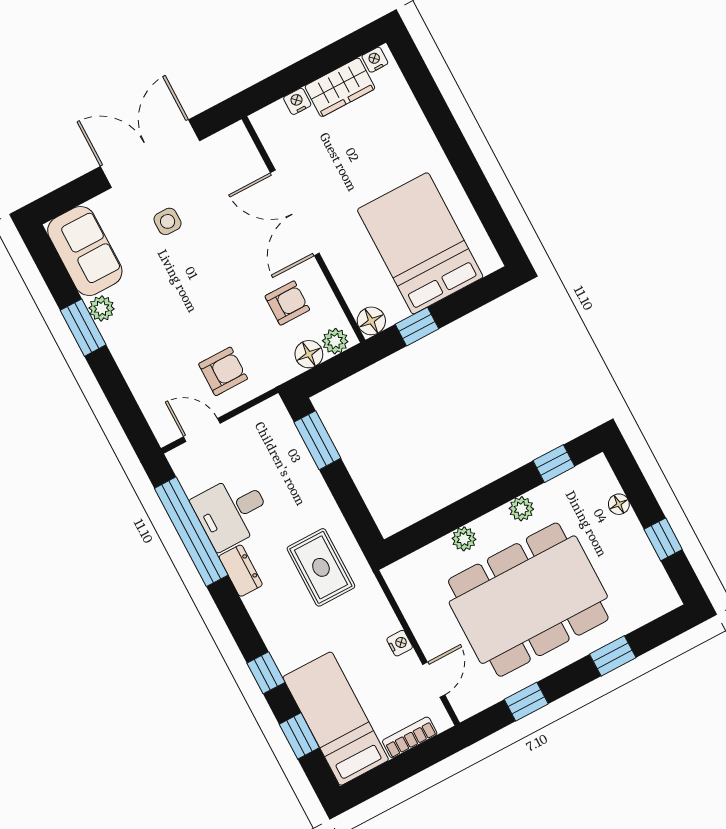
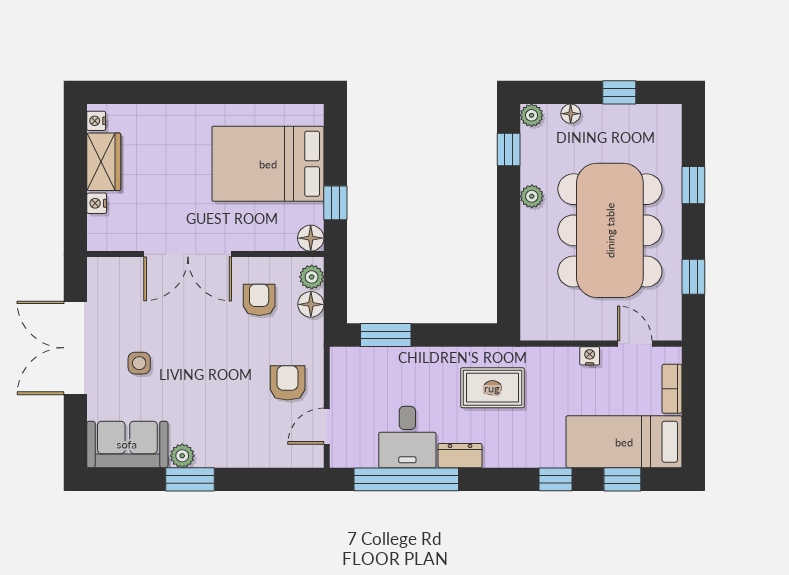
plant: (464, 539) -> (532, 115), moved

